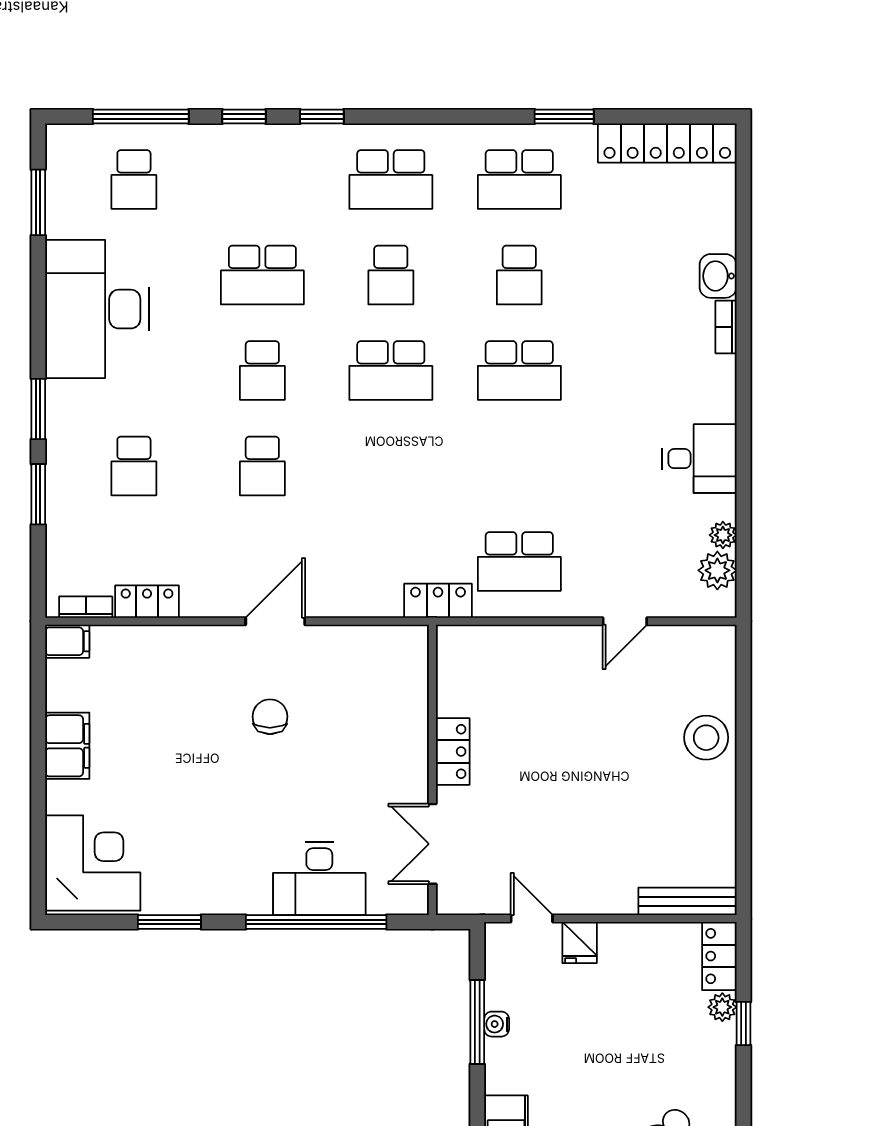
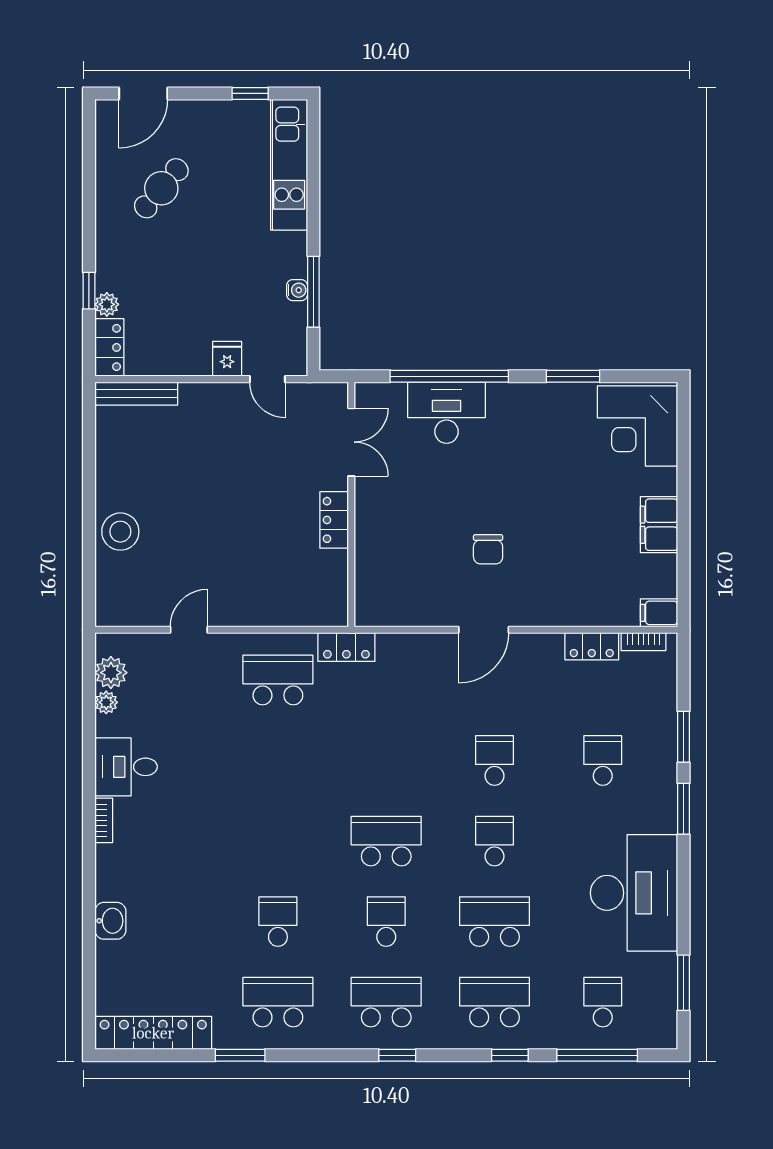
window: (322, 116) -> (397, 1055), moved
bookcase: (726, 327) -> (104, 820), moved
school desk: (519, 371) -> (495, 1002), moved

